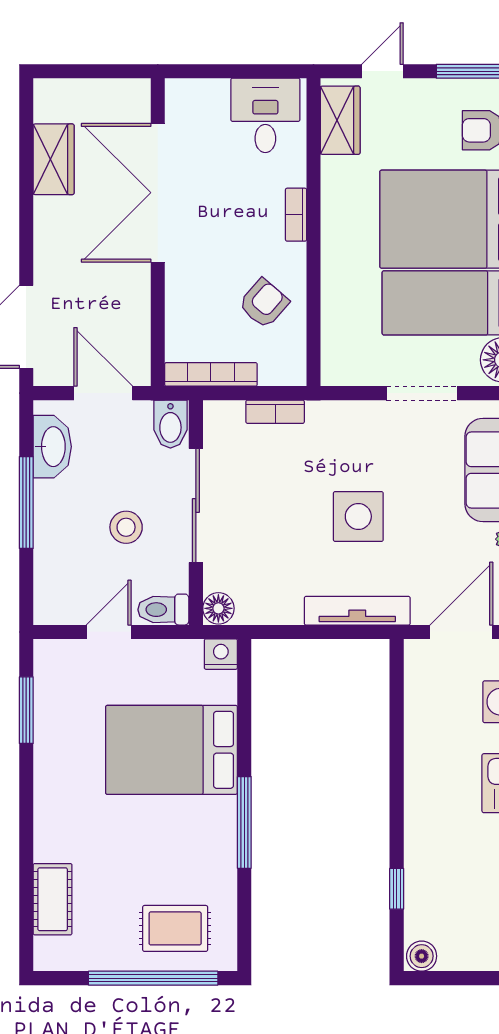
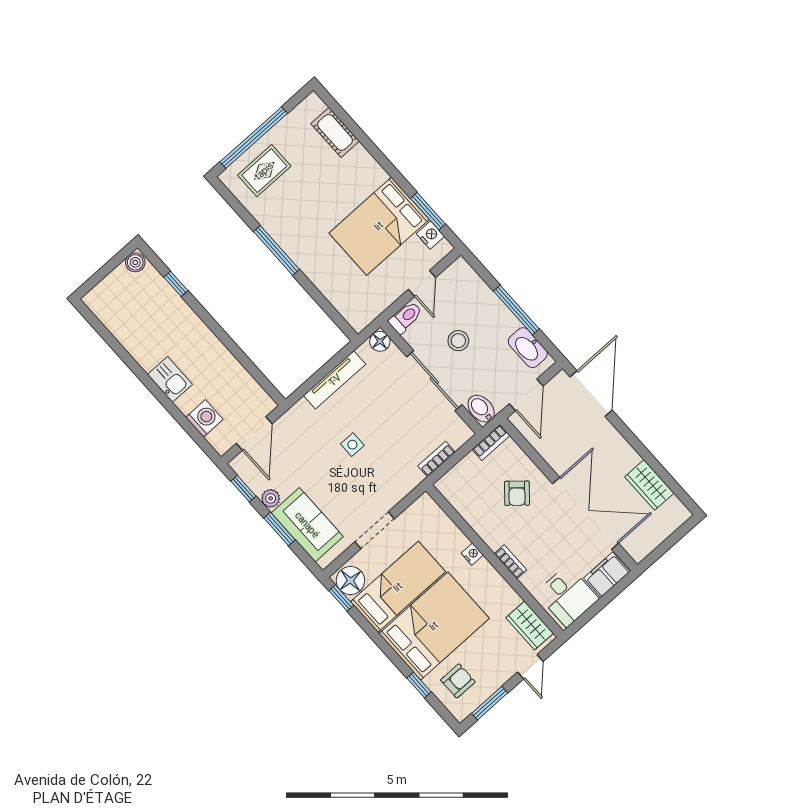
filing cabinet: (197, 99) -> (607, 575), added
nightstand: (333, 263) -> (472, 554), added
armchair: (264, 303) -> (517, 493), moved
bookcase: (211, 374) -> (491, 442), width x0.64
door: (103, 393) -> (526, 395), hinge flipped
side table: (358, 516) -> (352, 445), width x0.54, depth x0.54
tv unit: (357, 611) -> (335, 380), moved
nightstand: (221, 654) -> (430, 235), moved, turned -90
bed: (171, 750) -> (379, 226), moved, turned 180

